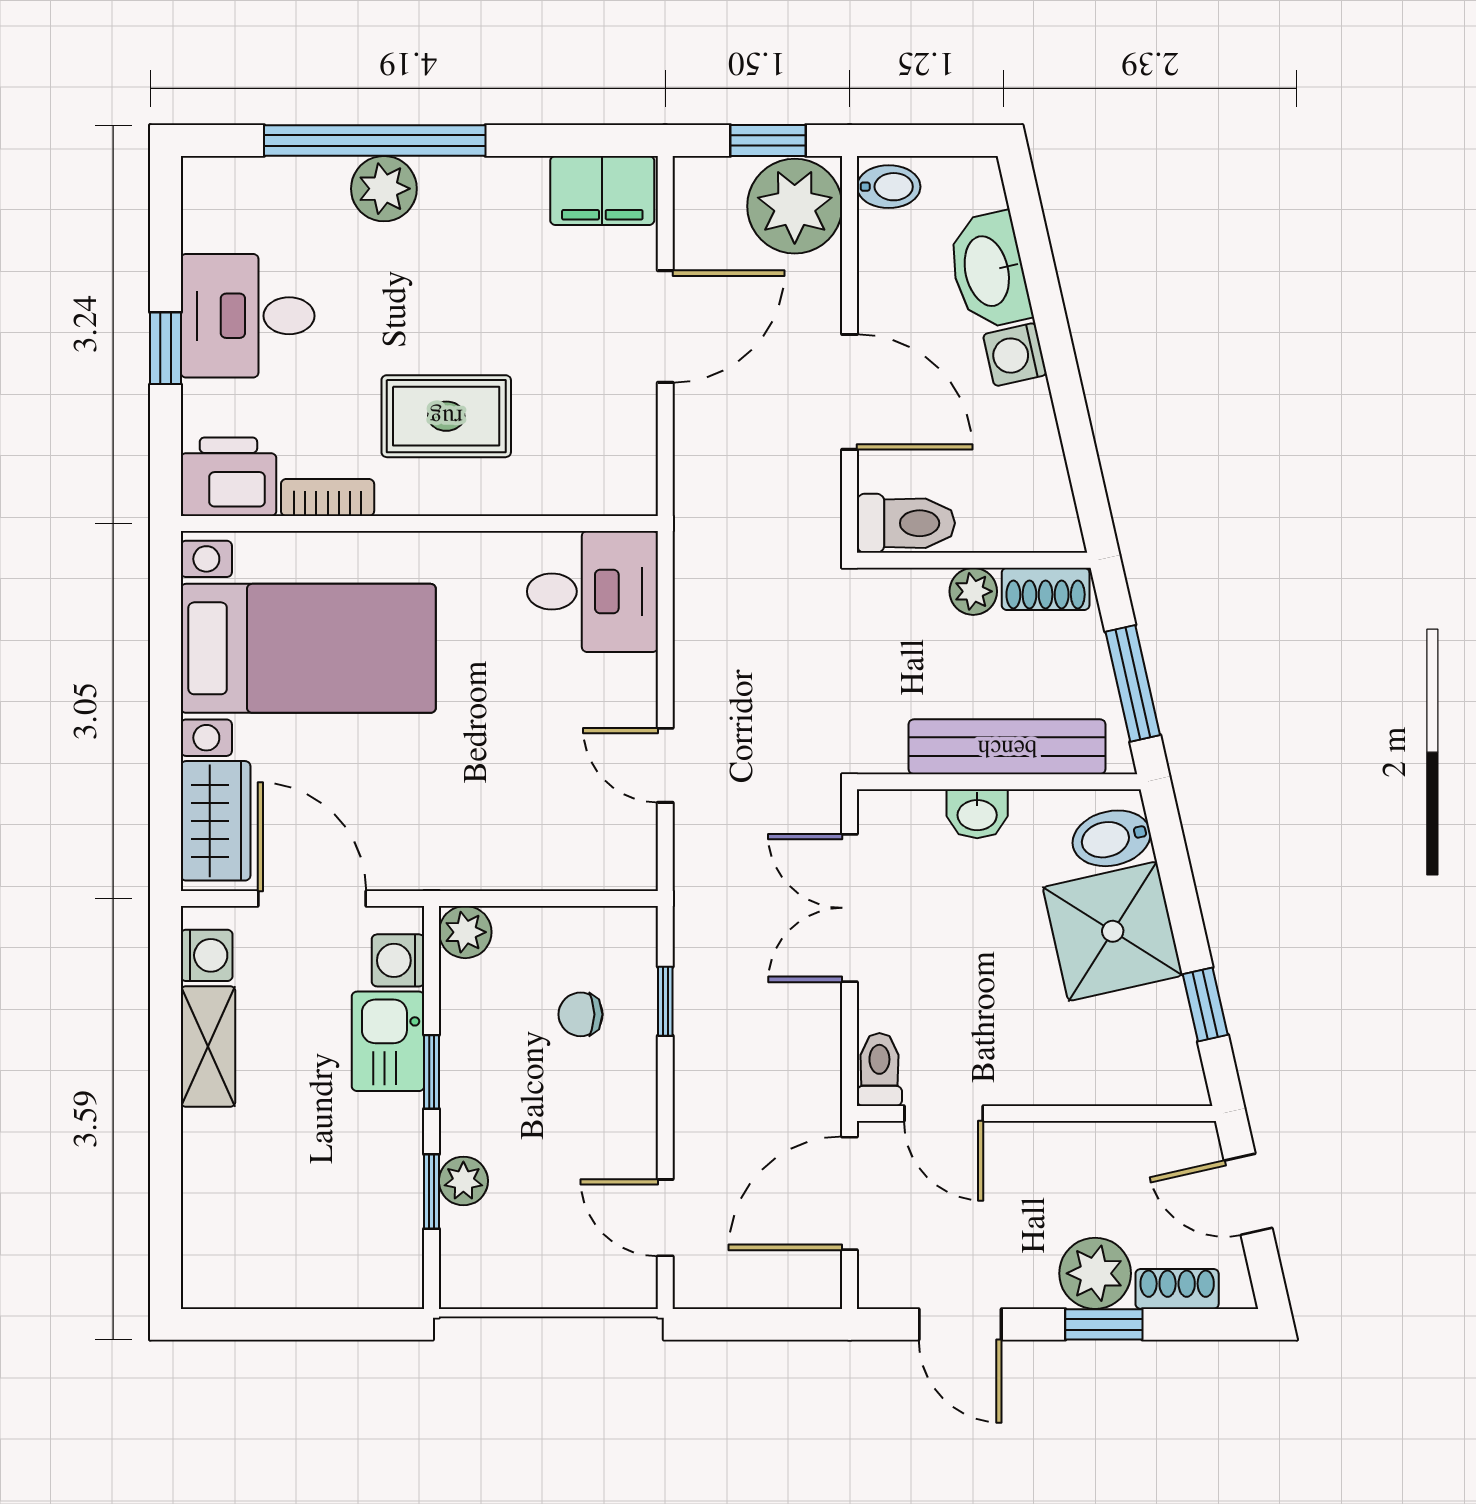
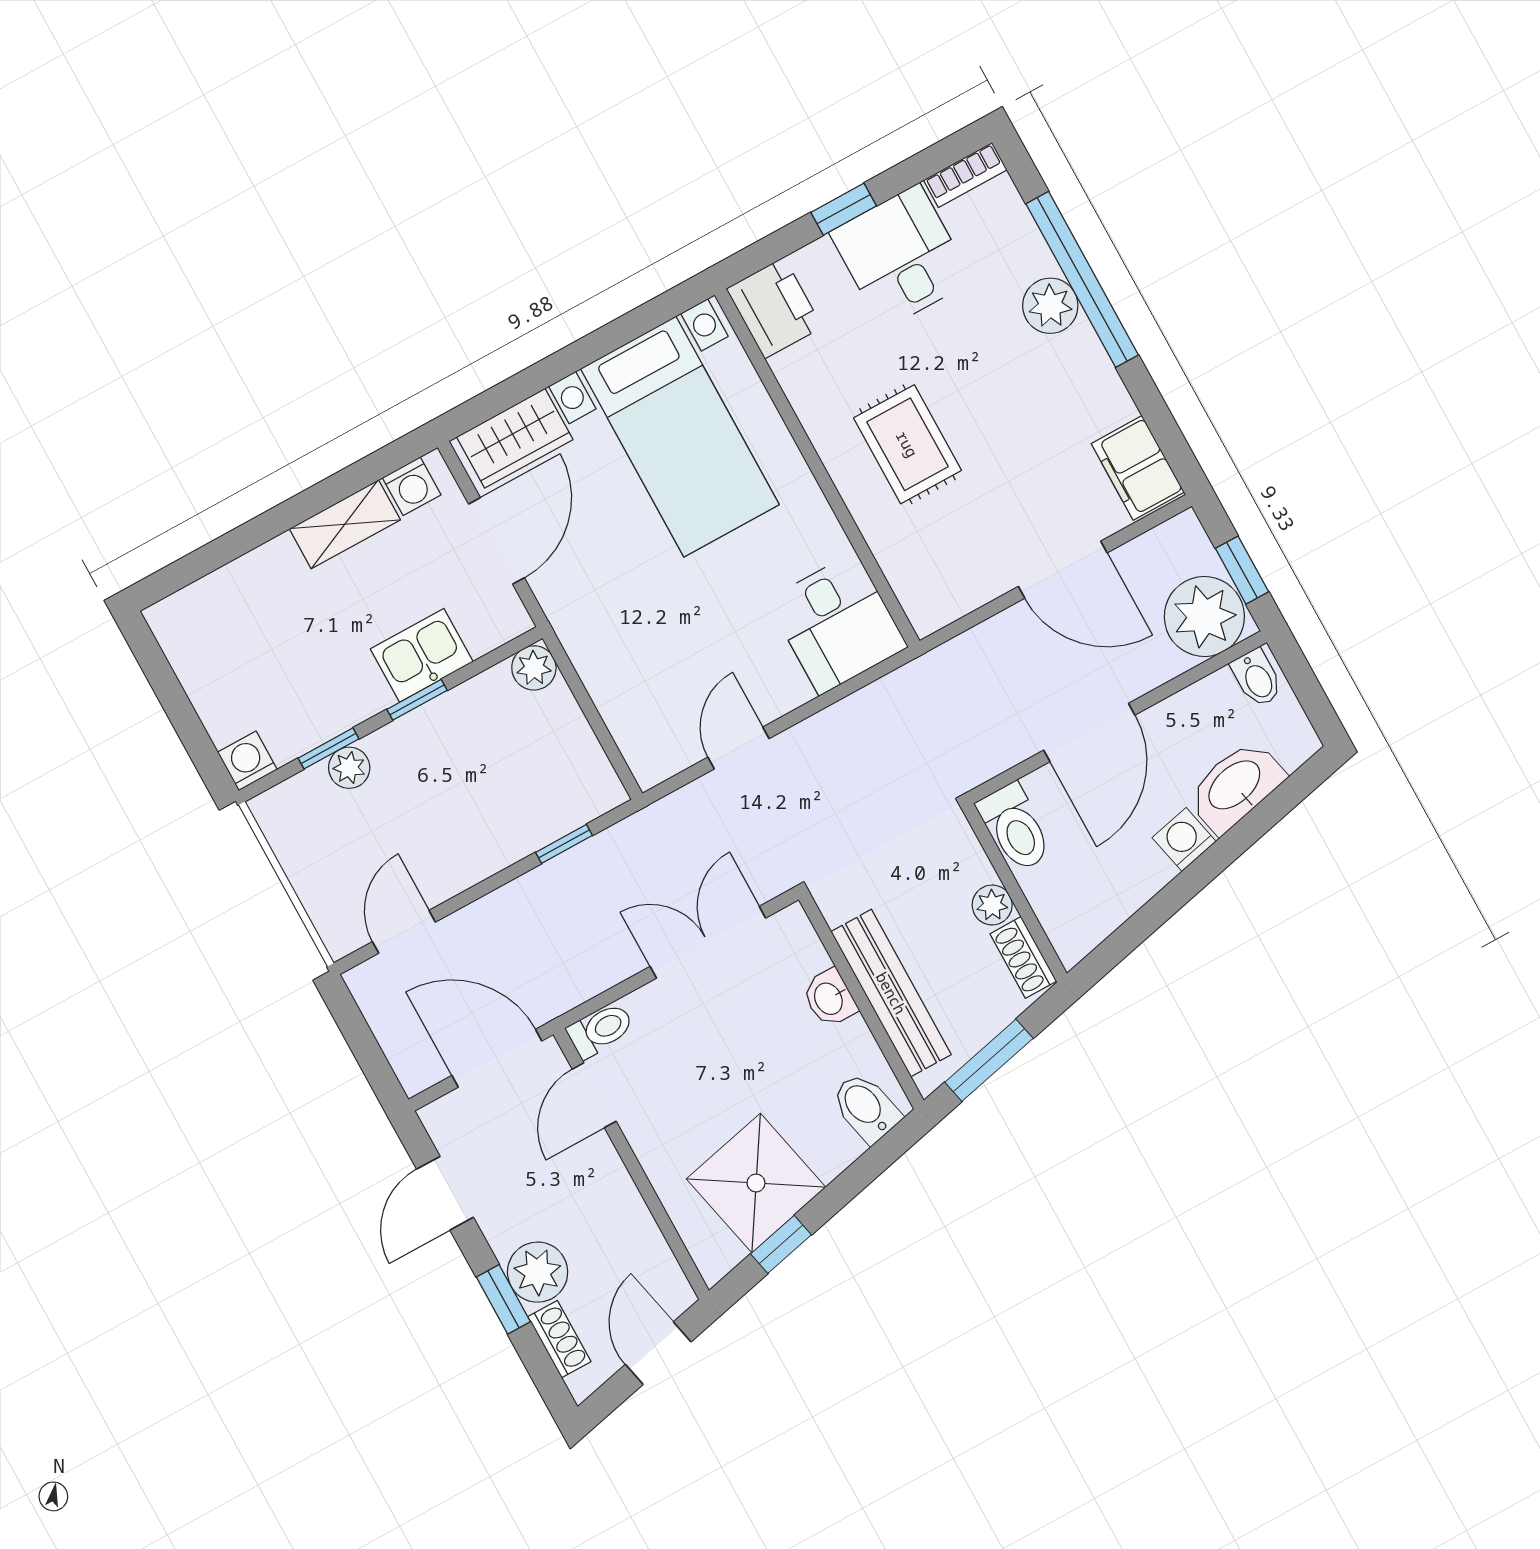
bookcase: (328, 497) -> (965, 175), moved, turned 90
shower: (1113, 931) -> (756, 1183), moved
washing machine: (398, 960) -> (247, 761), moved
chair: (581, 1014) -> (520, 787), removed

